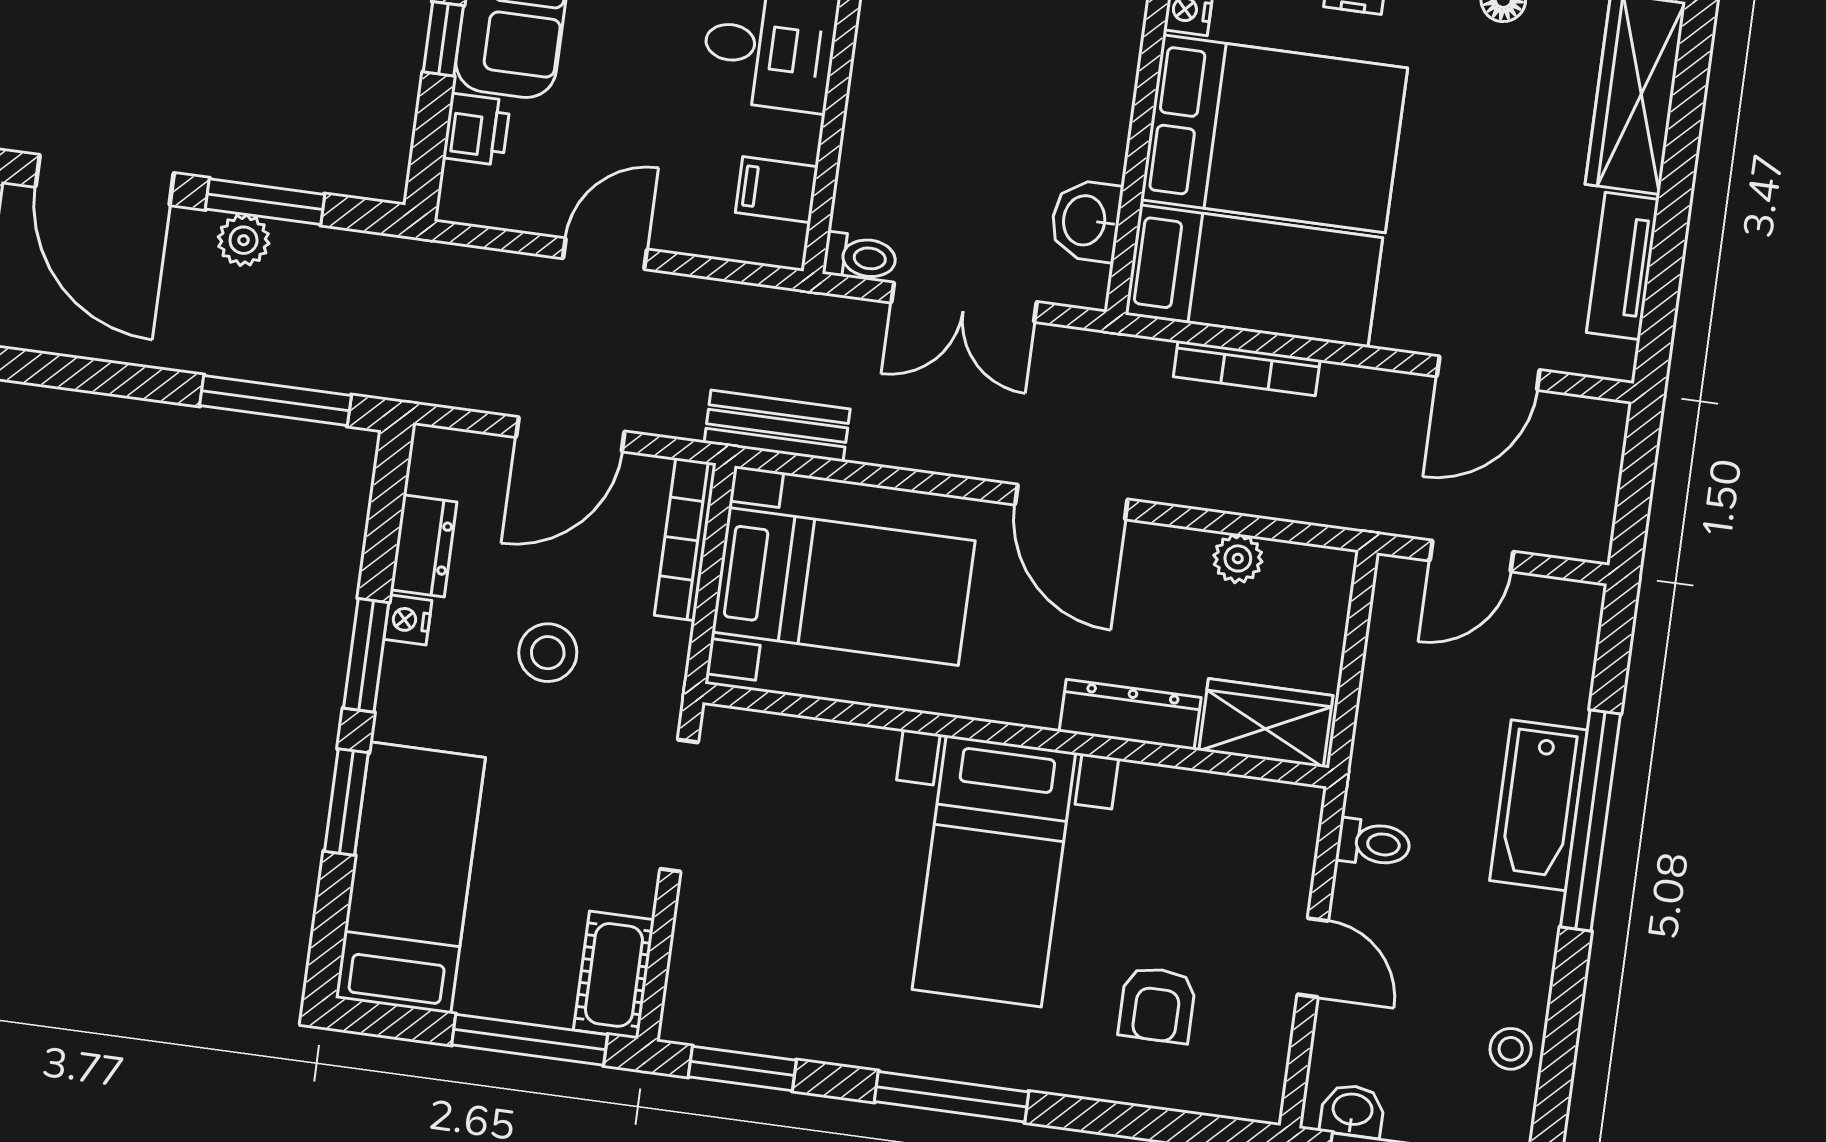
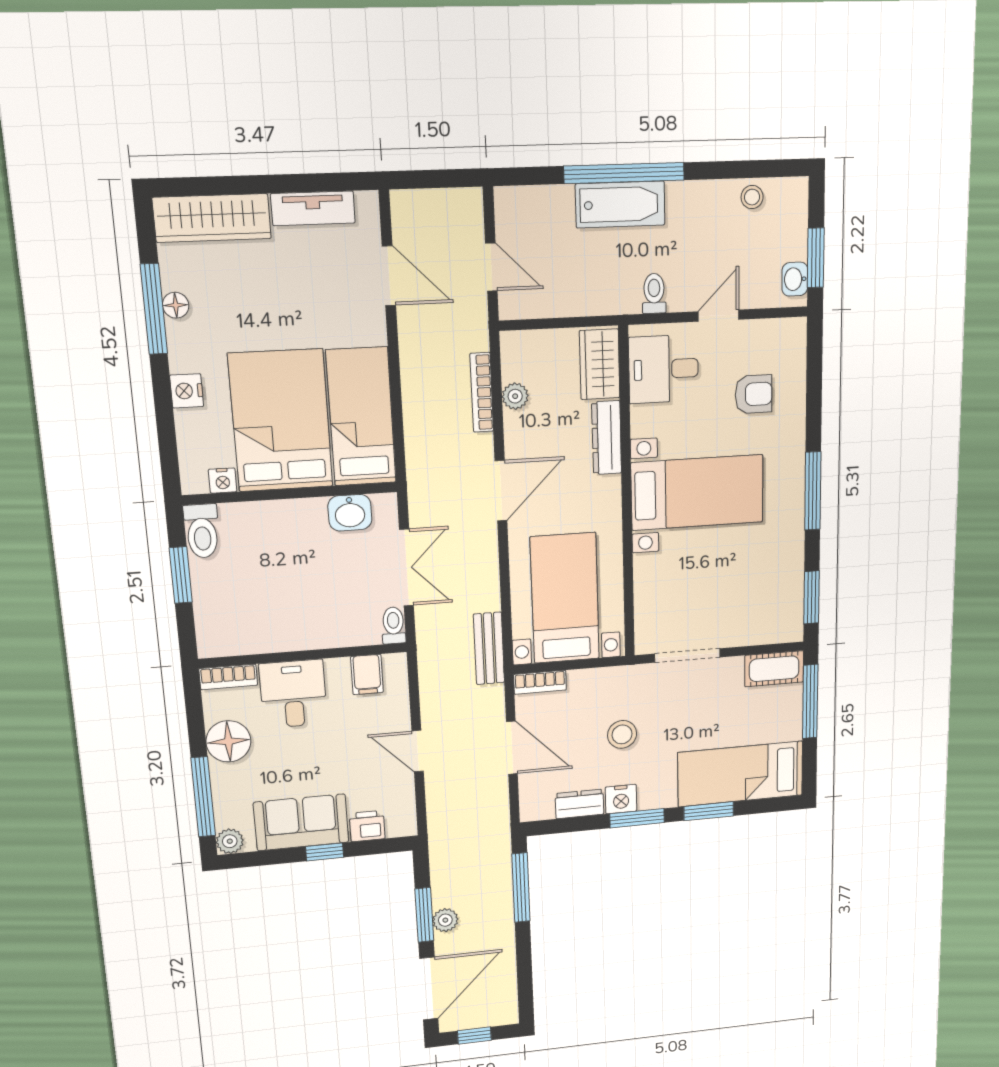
bookcase: (1247, 368) -> (482, 392), moved, turned 180
bookcase: (685, 539) -> (540, 682), width x0.64
nightstand: (408, 620) -> (621, 799), width x1.39, depth x1.35
desk: (1235, 840) -> (664, 369), added

